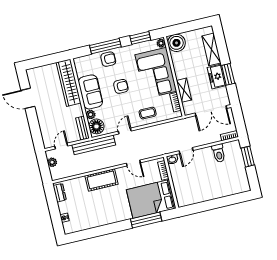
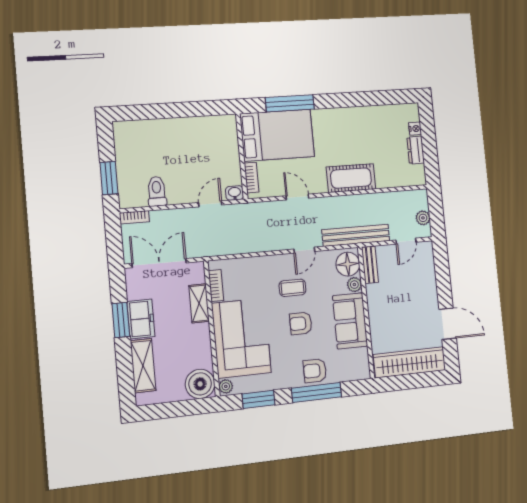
wardrobe: (69, 83) -> (410, 362), moved, turned -90
coffee table: (148, 113) -> (292, 288), moved
dresser: (60, 193) -> (416, 150), moved

